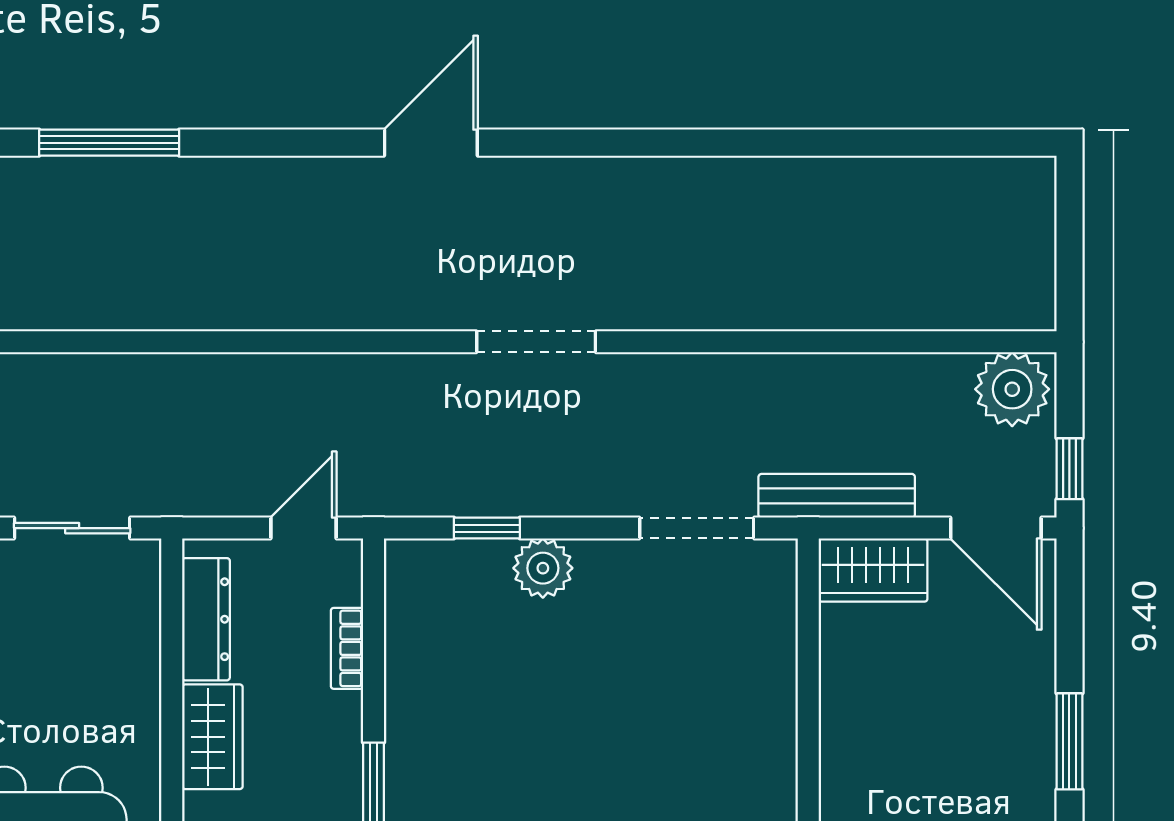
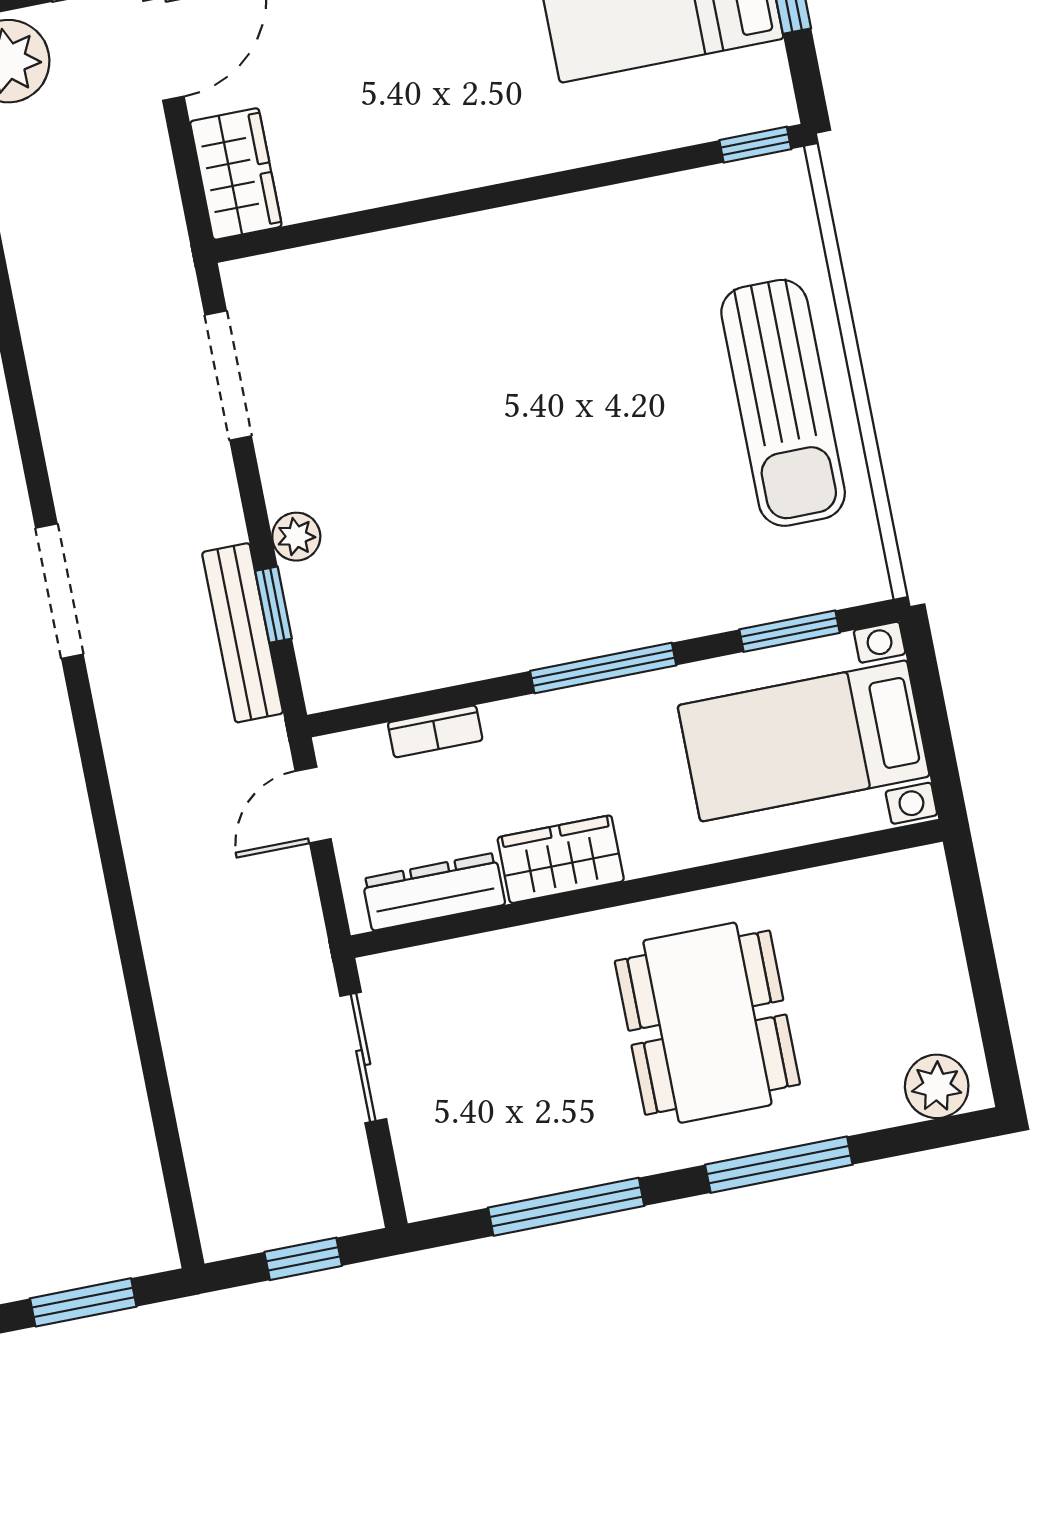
bench: (837, 496) -> (242, 633), moved
door: (303, 528) -> (313, 805), hinge flipped
plant: (543, 568) -> (296, 537), width x0.73, depth x0.73

